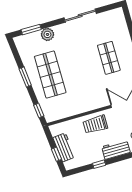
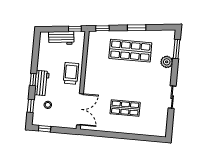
sliding door: (80, 16) -> (172, 97), width x0.73
window: (56, 154) -> (75, 29), moved
window: (99, 164) -> (33, 80), moved

